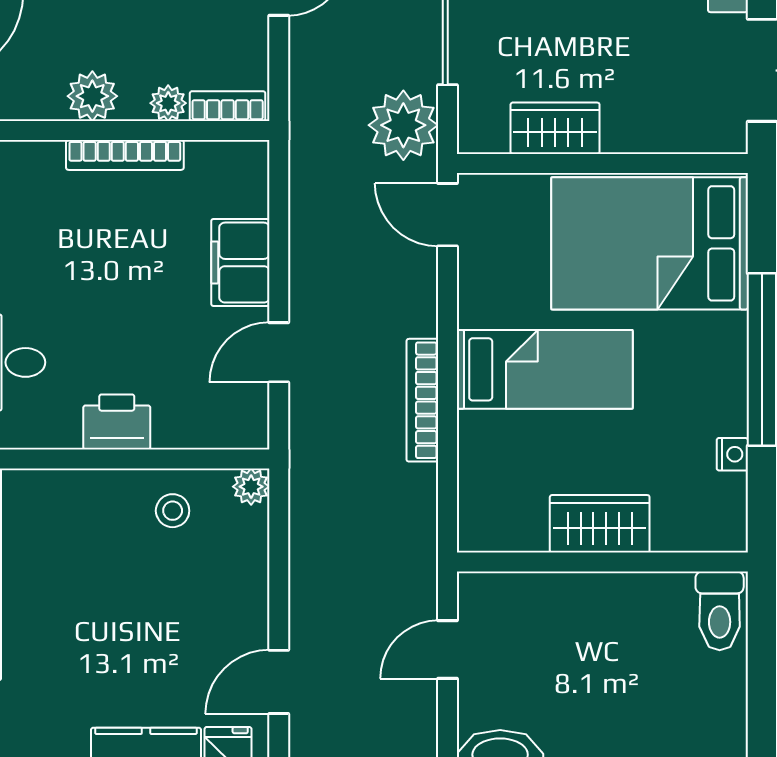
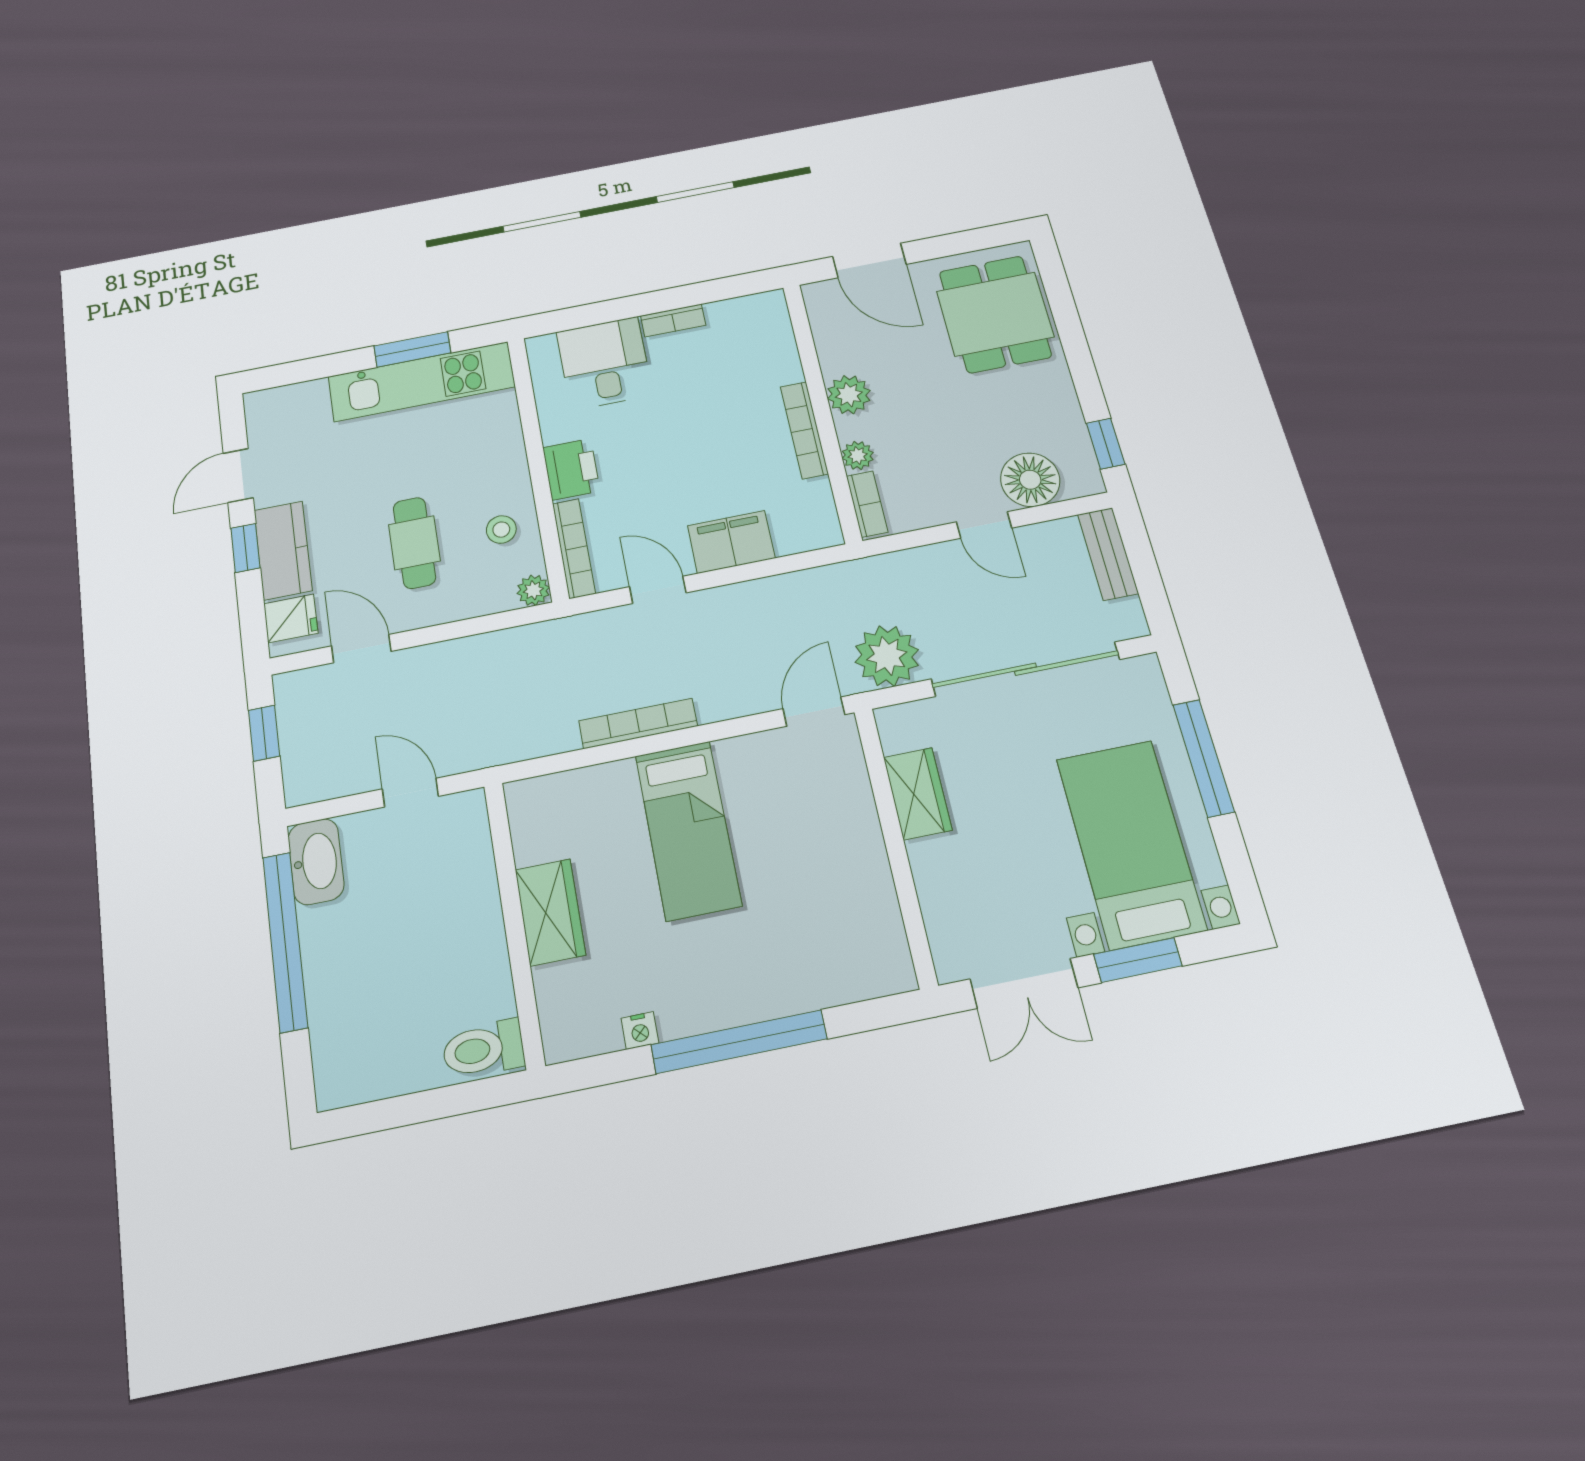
bed: (650, 243) -> (829, 906), removed
bookcase: (212, 435) -> (574, 548), added
cafe table: (168, 609) -> (414, 543), added

